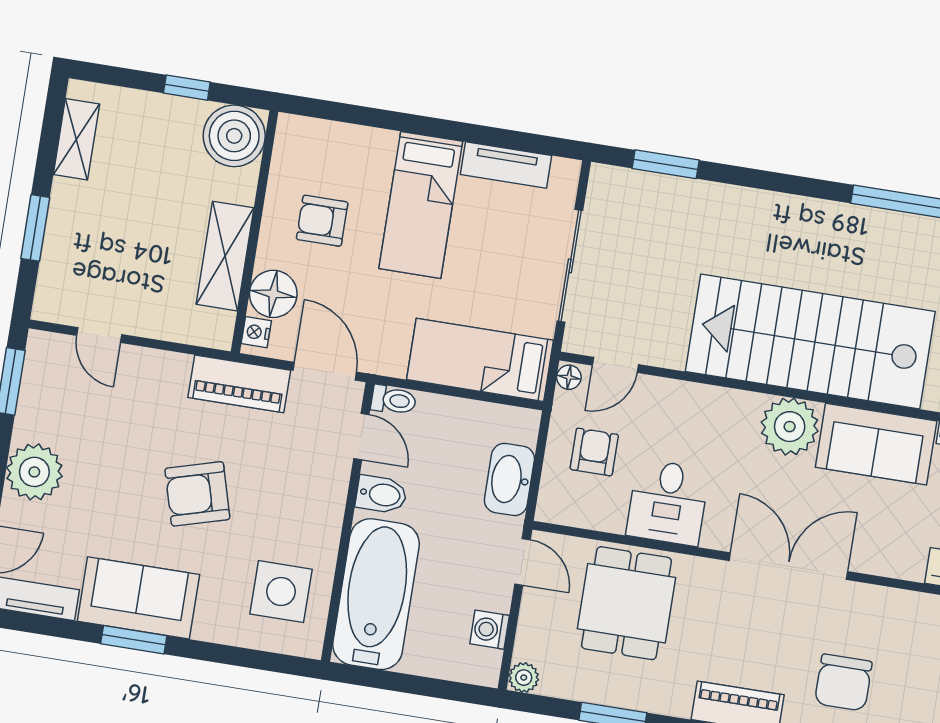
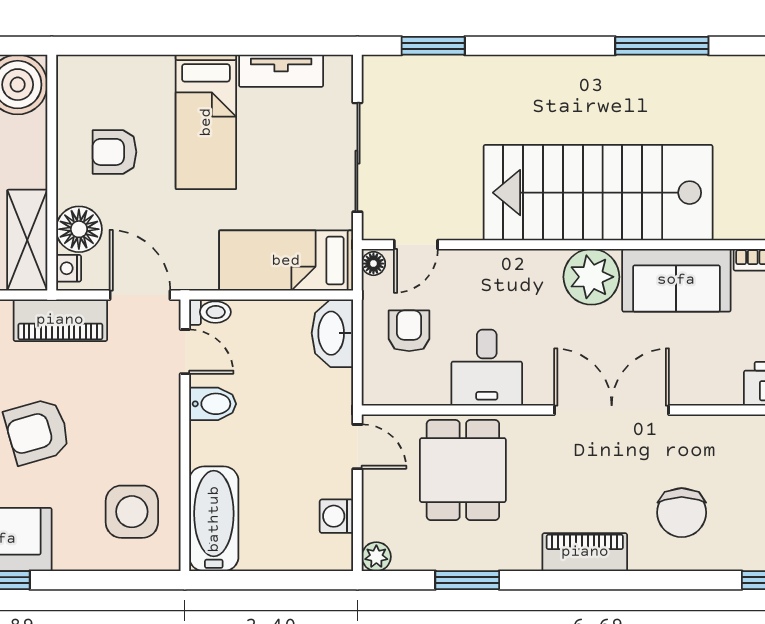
shelving: (225, 256) -> (27, 240), moved
washbasin: (509, 479) -> (332, 333), moved
bathtub: (376, 594) -> (214, 519), width x0.73, depth x0.73

